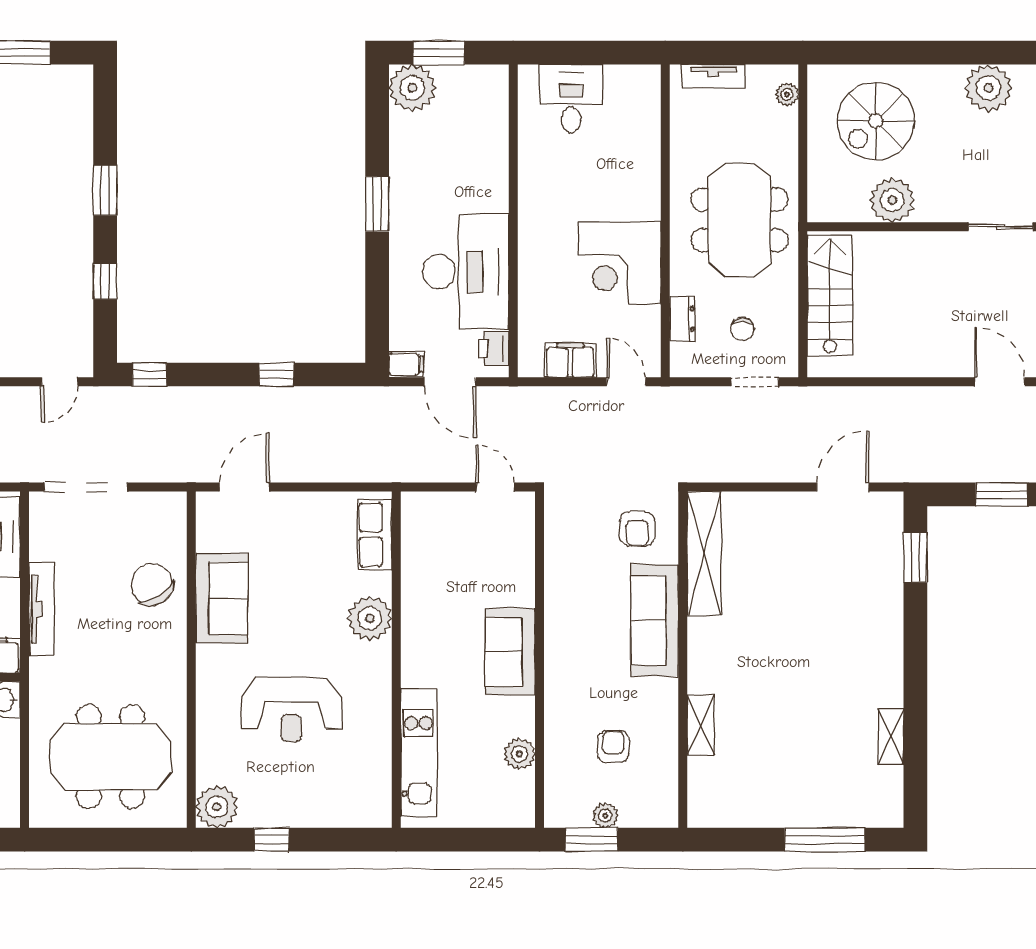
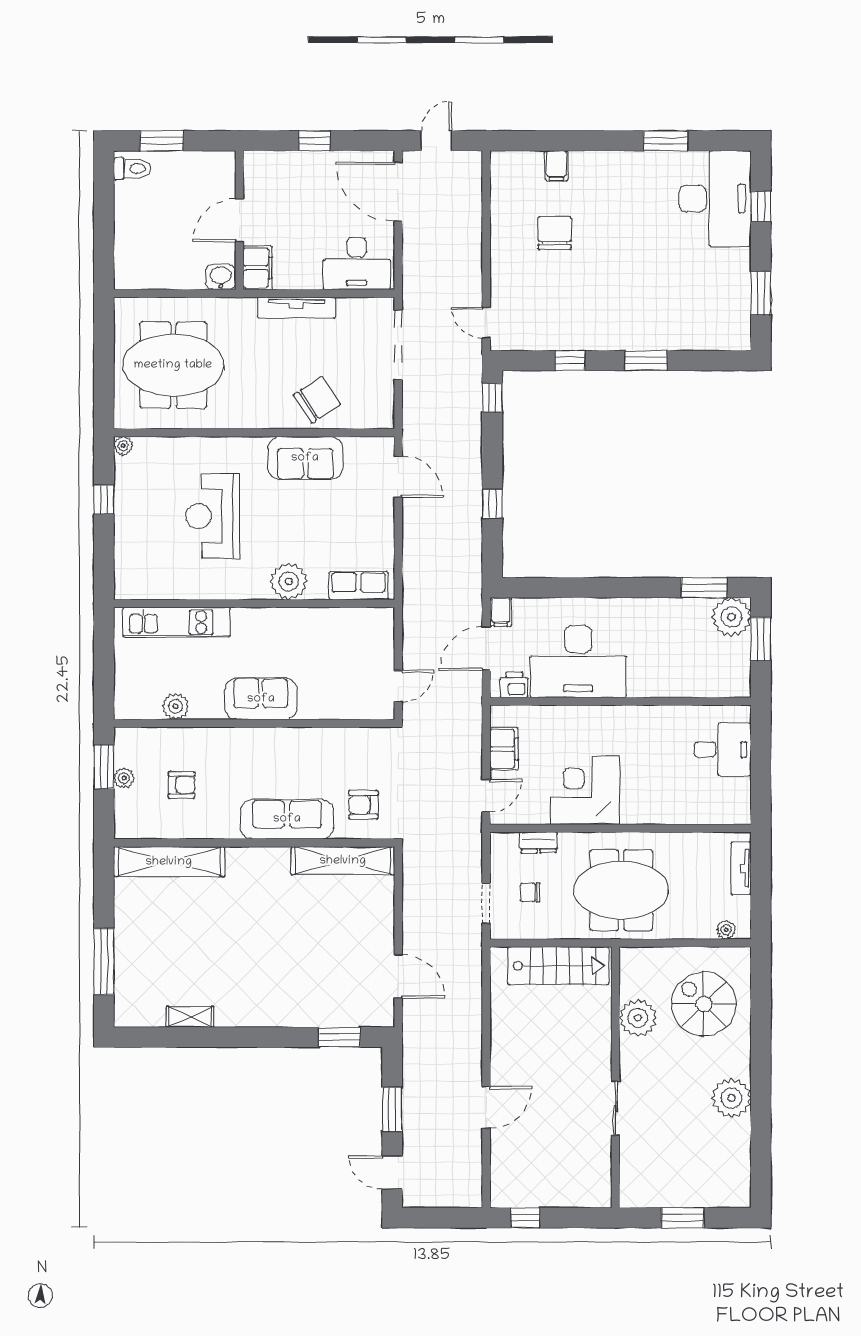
window: (377, 204) -> (704, 588), moved
shelving: (701, 725) -> (169, 862), width x2.20, depth x1.33
meeting table: (111, 757) -> (173, 365), turned 90
plant: (217, 807) -> (123, 446), width x0.53, depth x0.53

